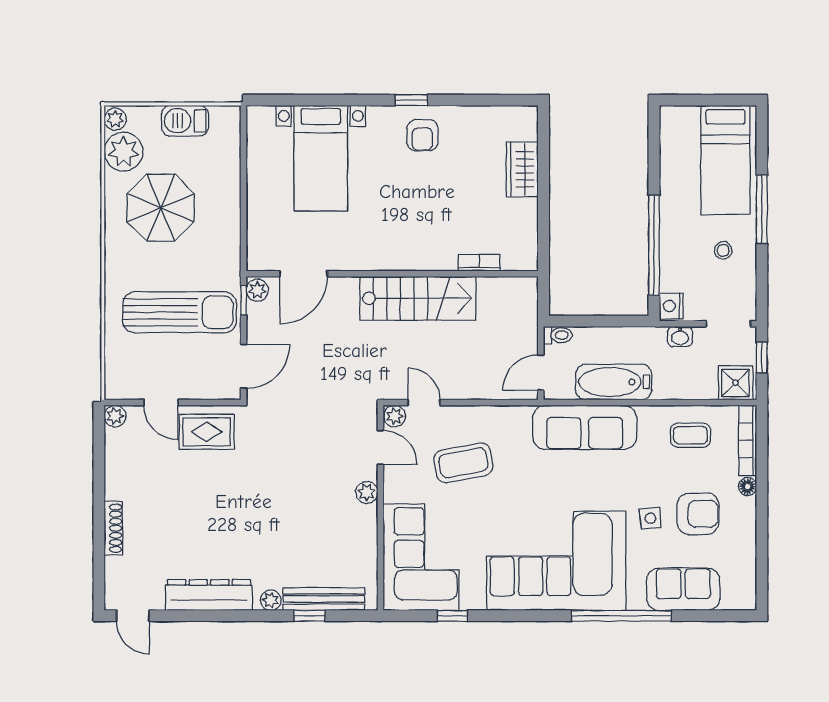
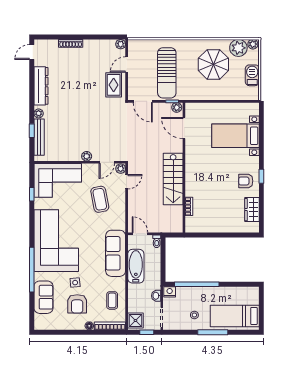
wardrobe: (522, 169) -> (252, 210), moved, turned -90

